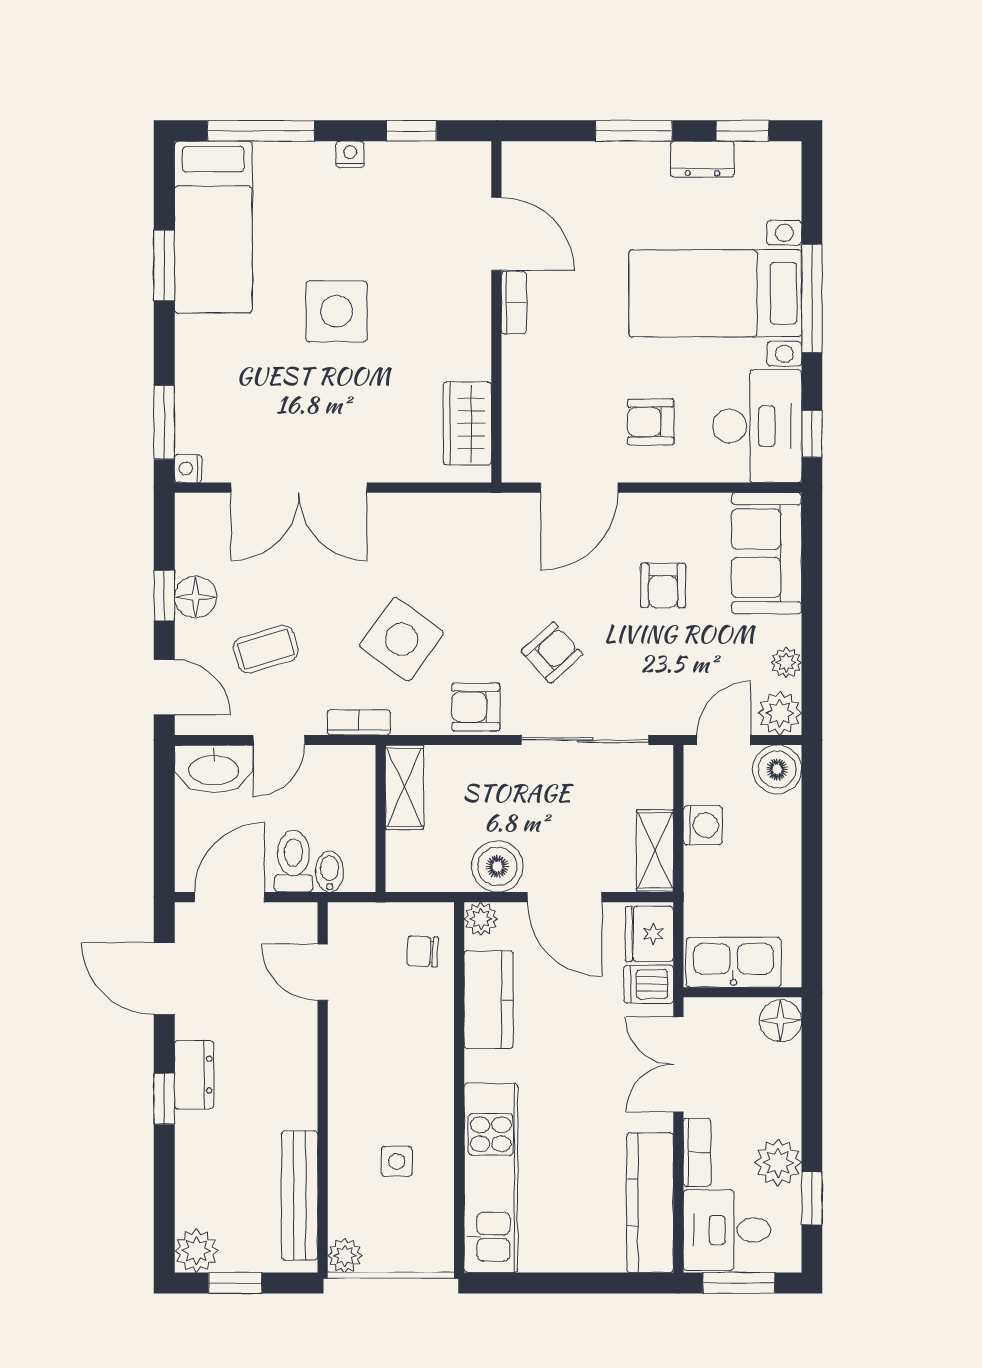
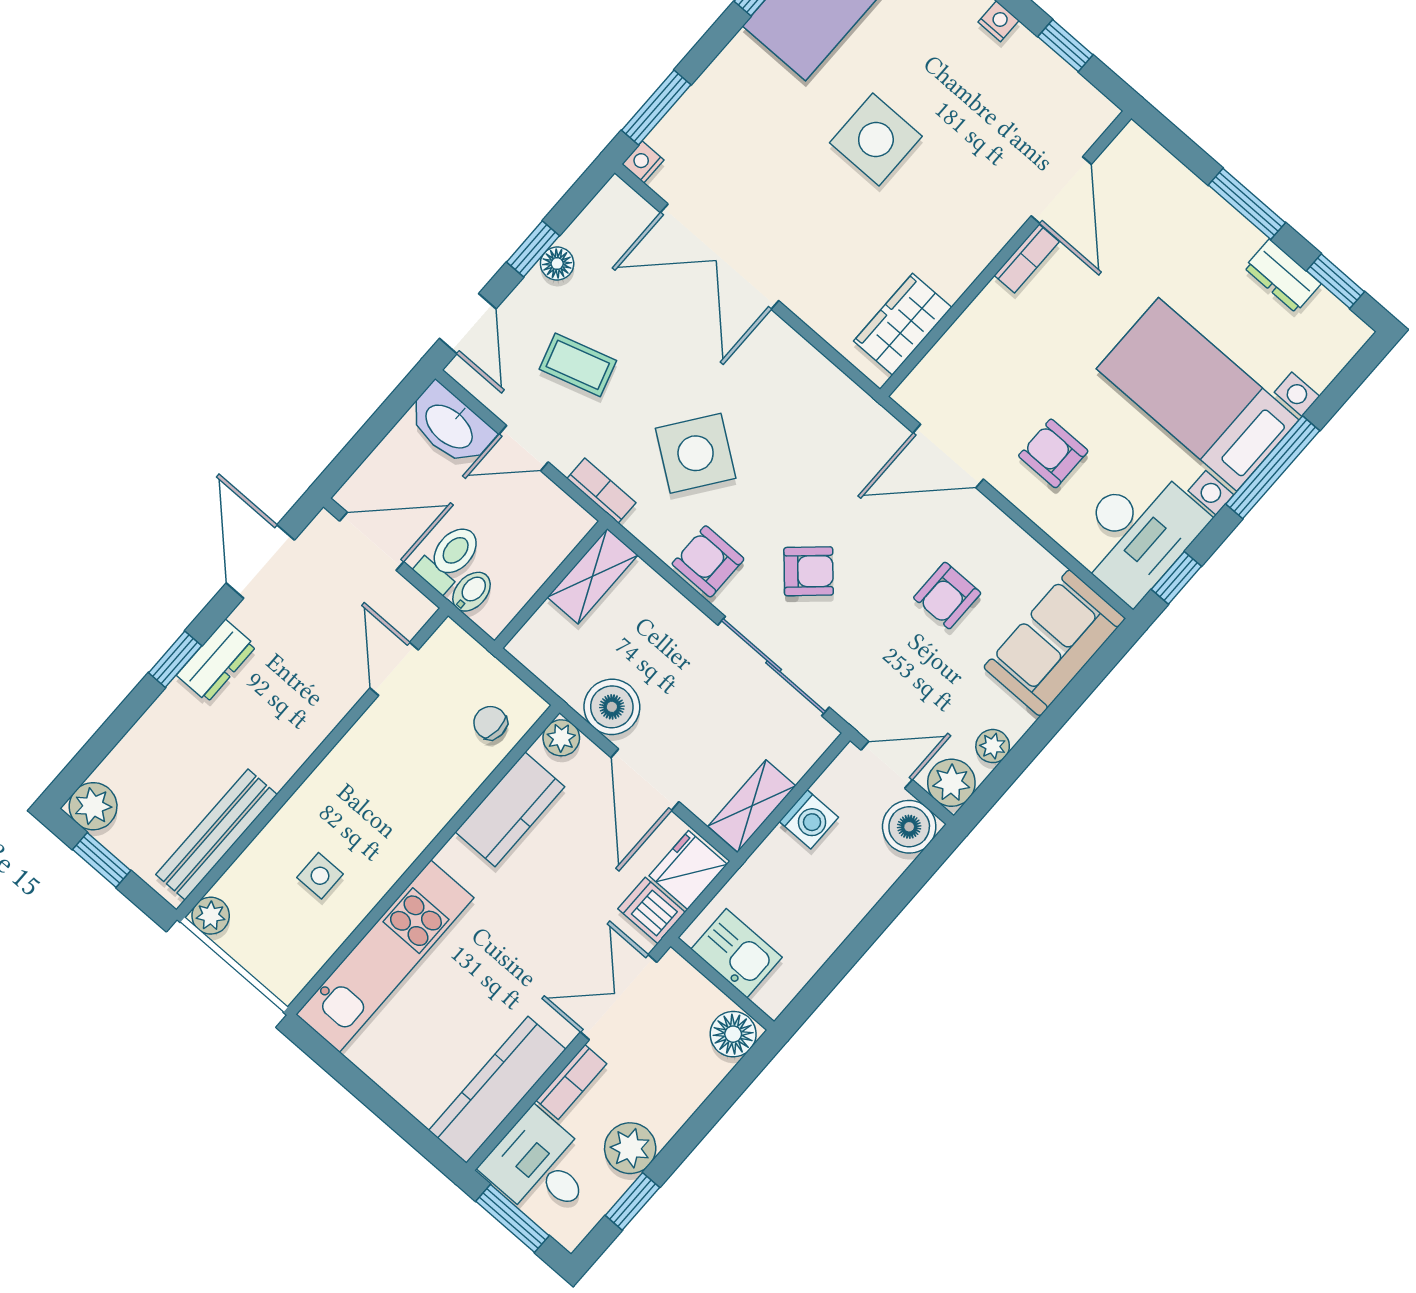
floor lamp: (196, 597) -> (557, 264), width x0.73, depth x0.73
kitchen sink: (734, 962) -> (736, 953), width x0.73

